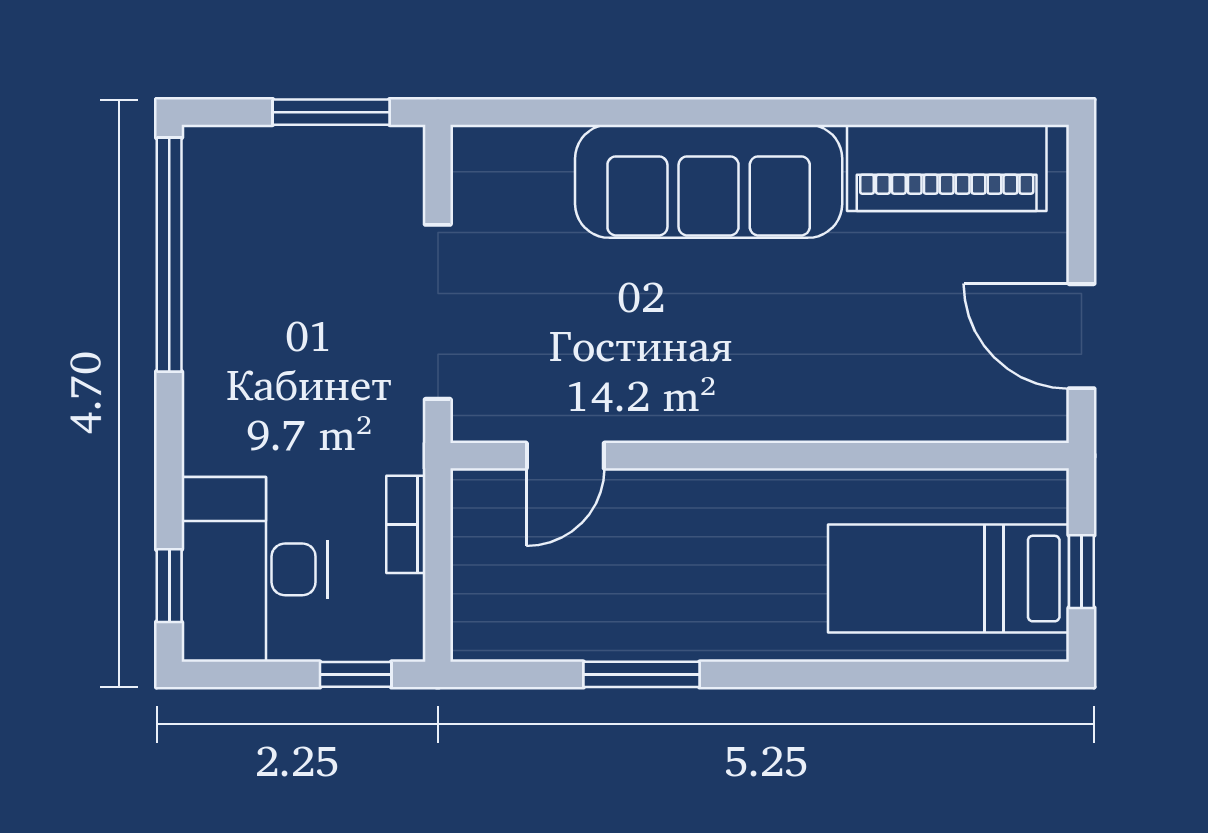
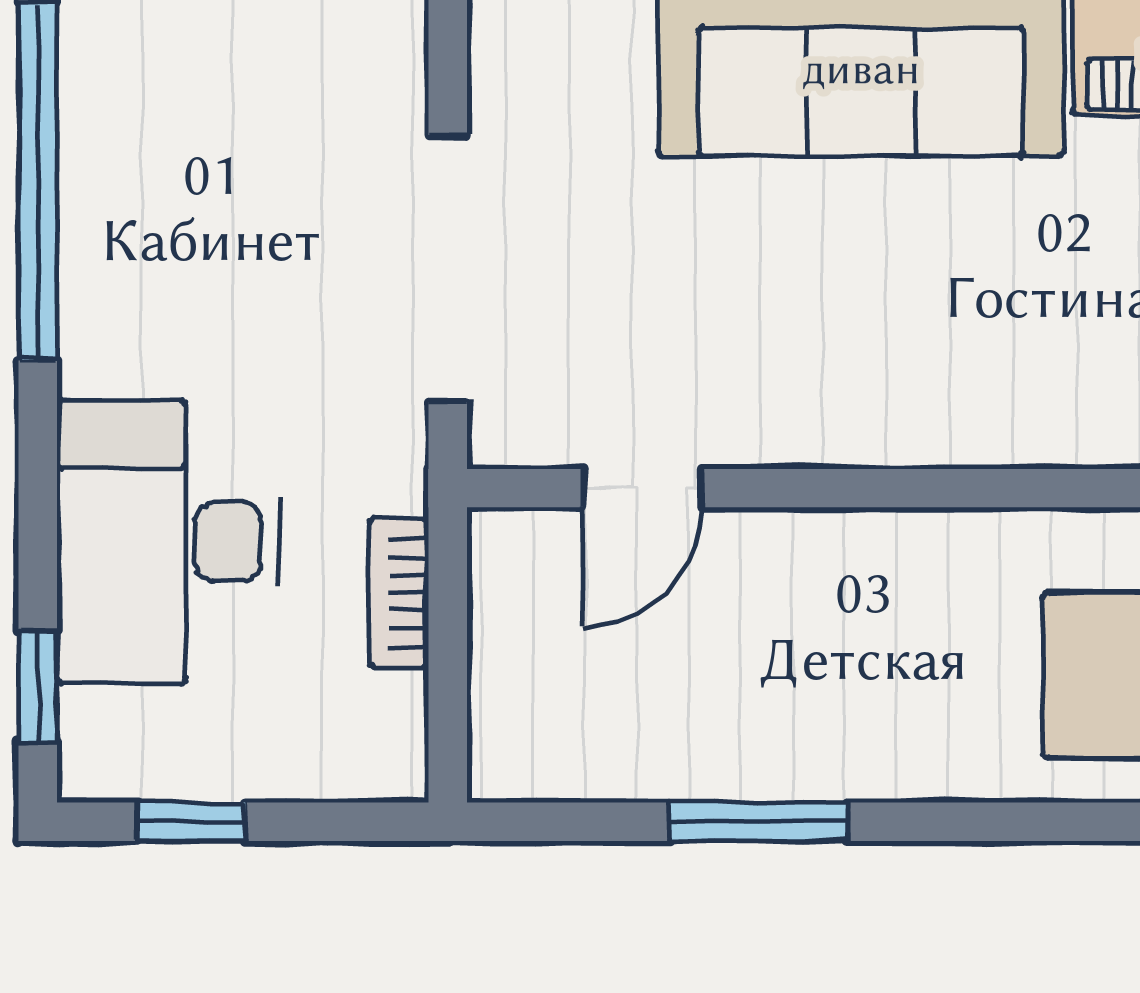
desk: (254, 569) -> (168, 542), moved
window: (356, 674) -> (191, 822), moved

